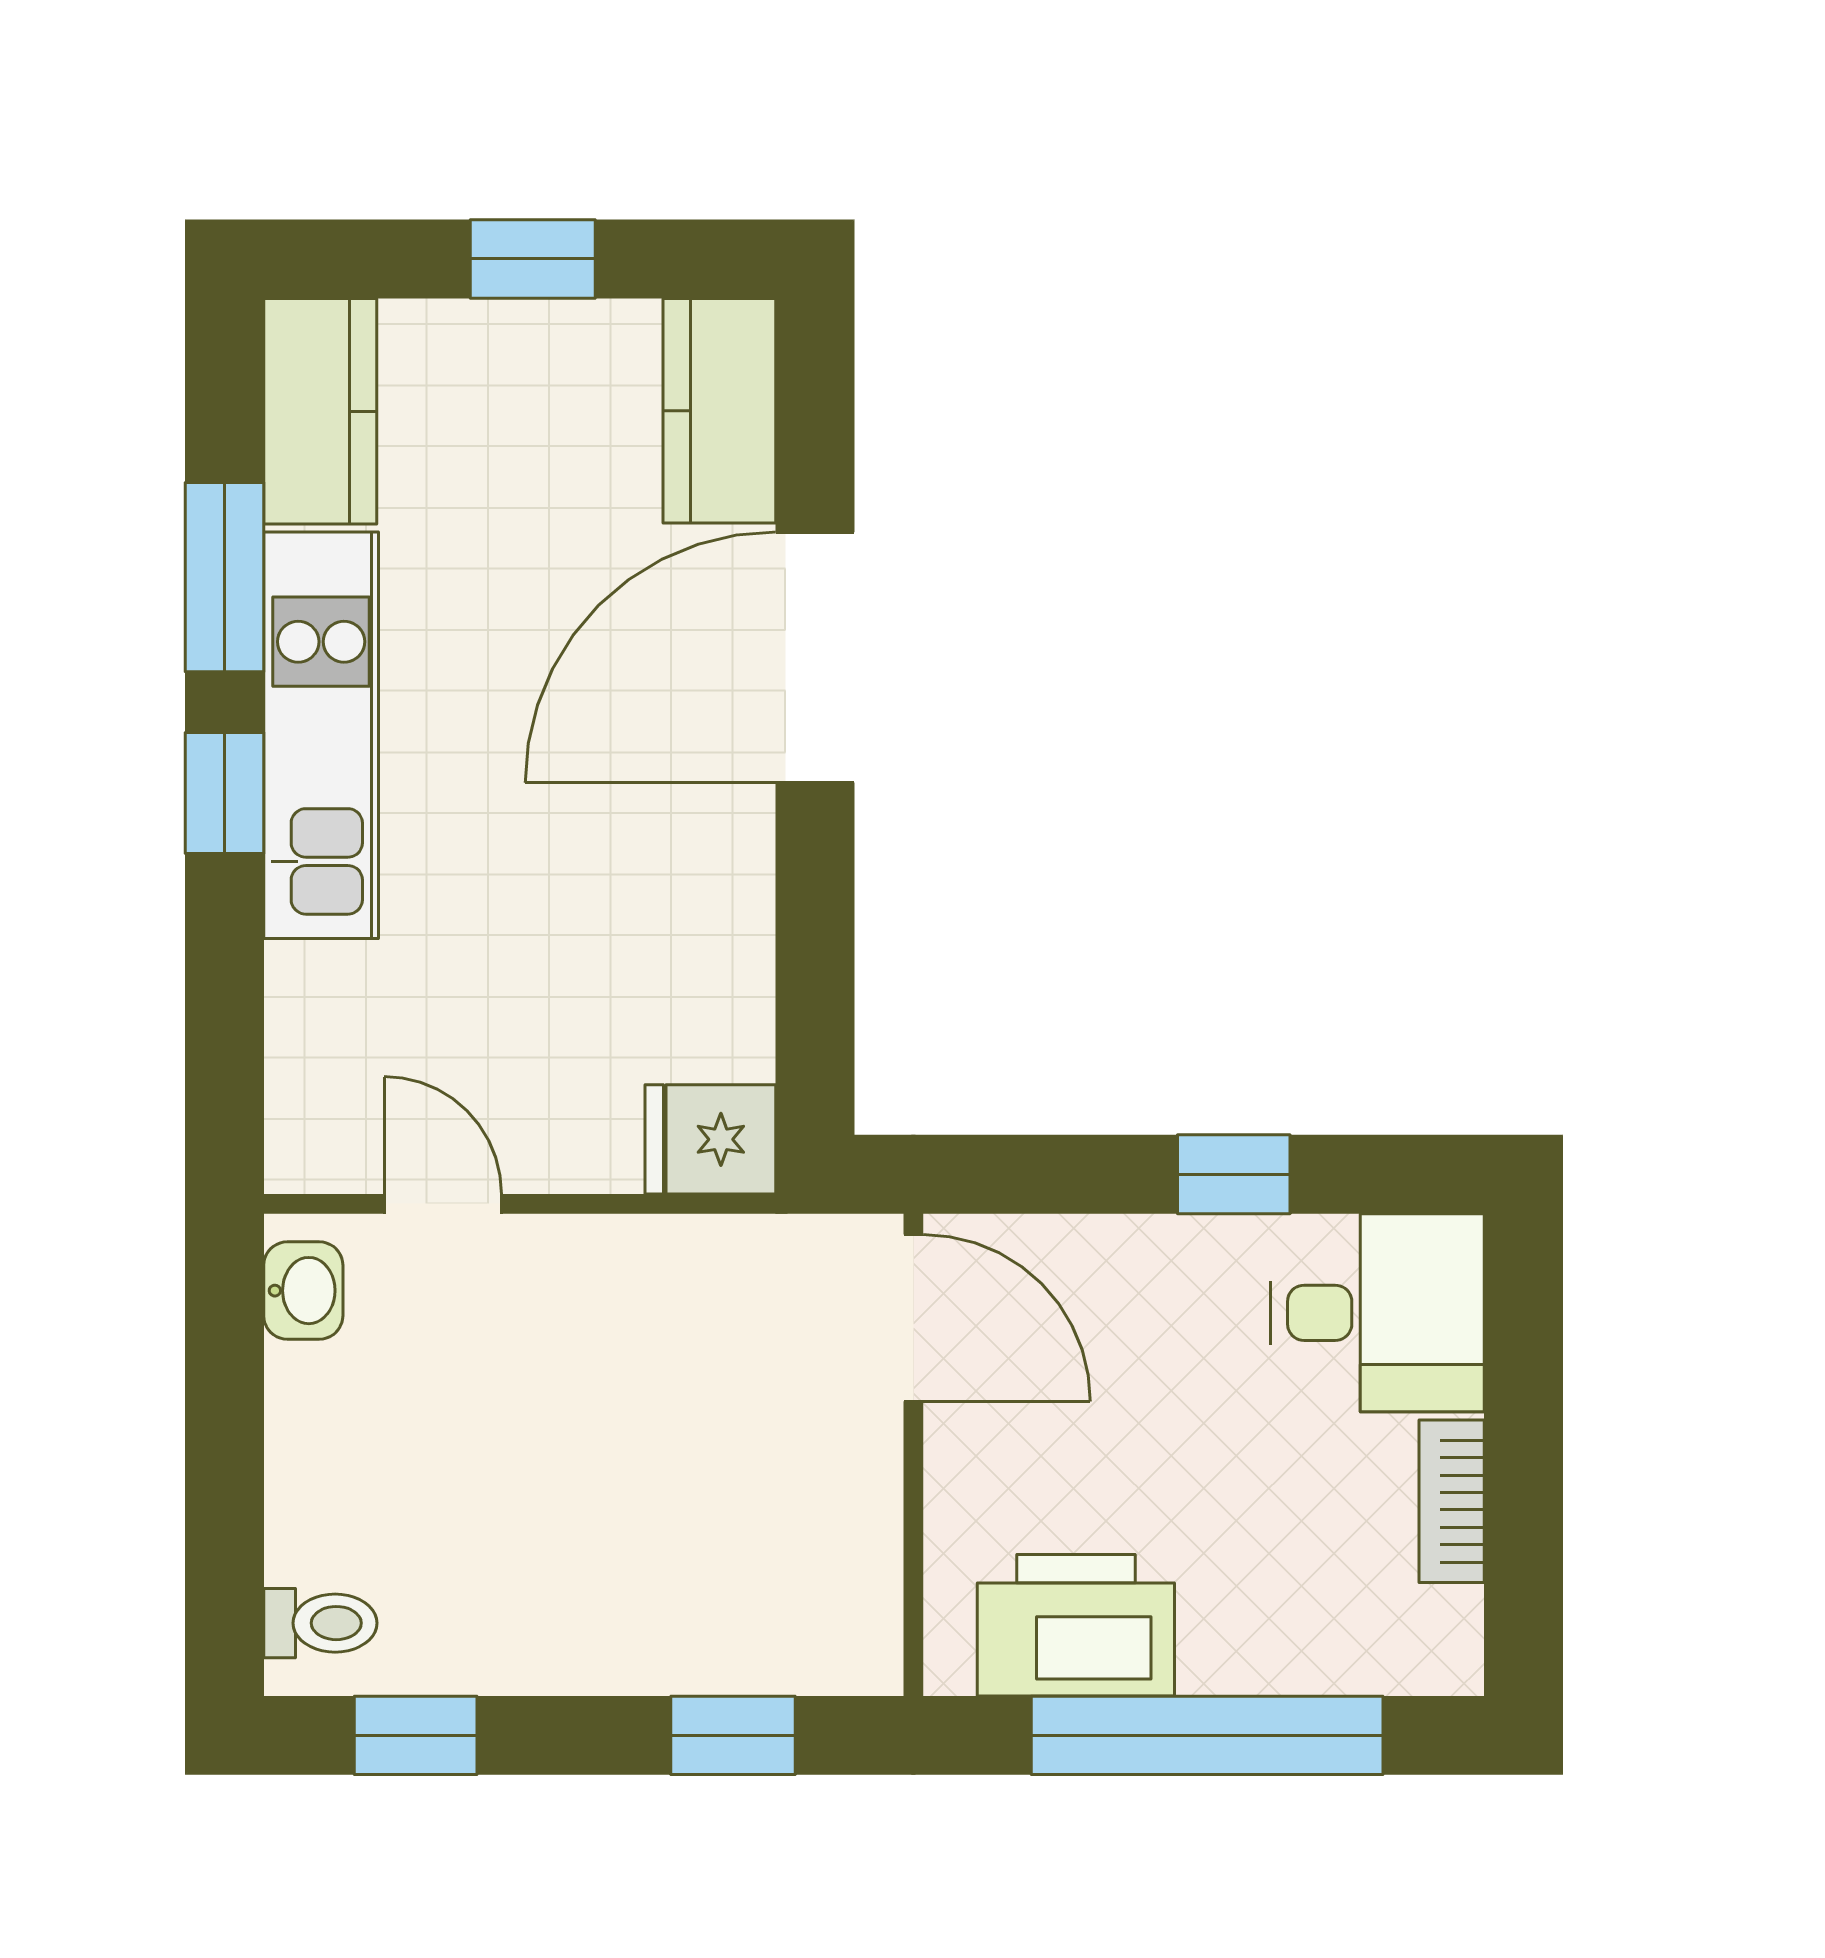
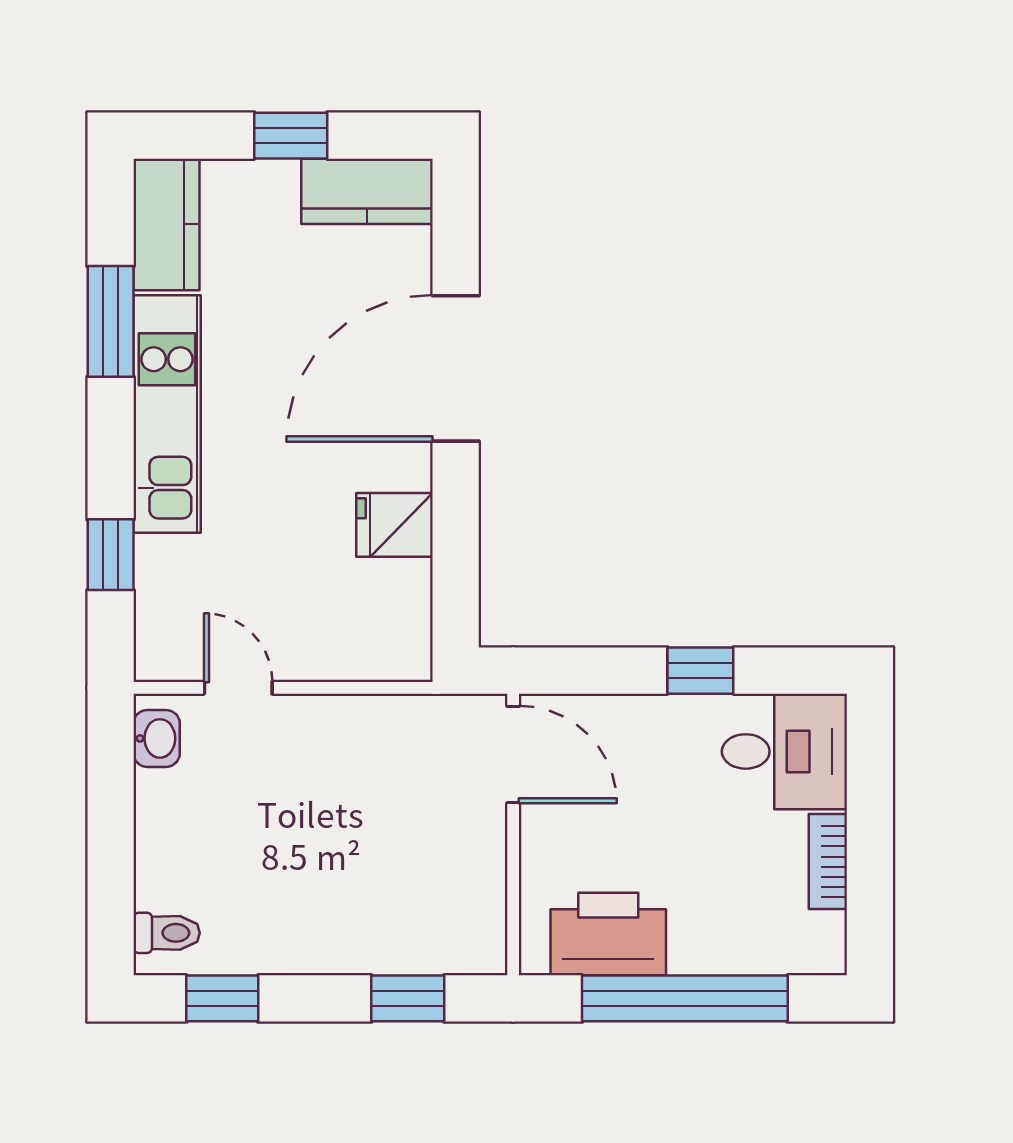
kitchen counter: (719, 411) -> (367, 191), moved, turned -90
window: (224, 793) -> (111, 555), moved
fridge: (710, 1139) -> (395, 525), moved

